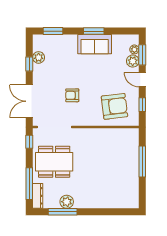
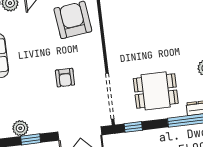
dining table: (54, 162) -> (156, 91), width x0.73

